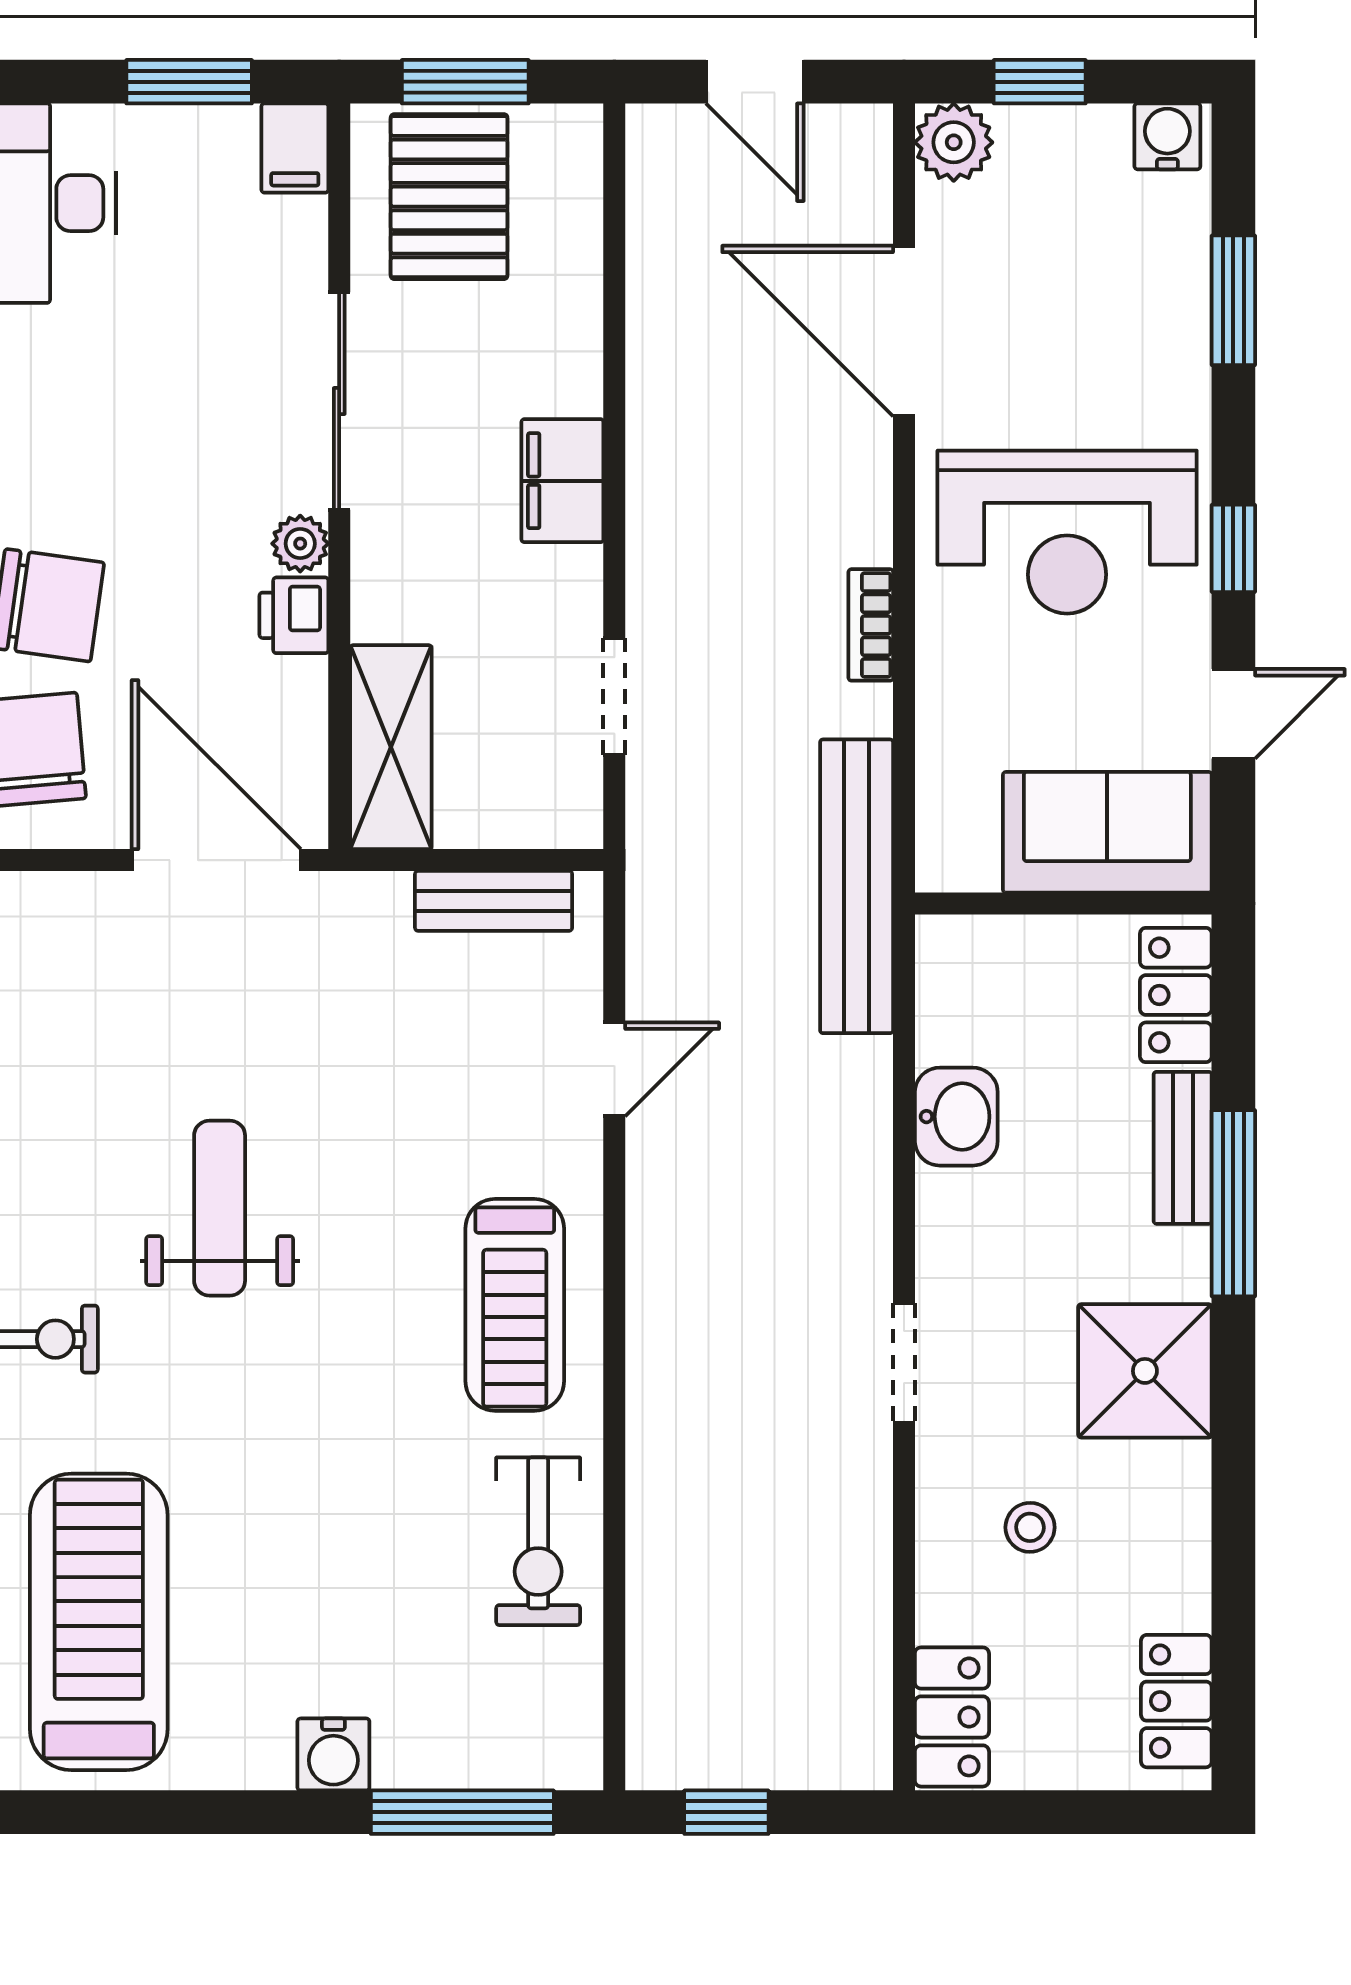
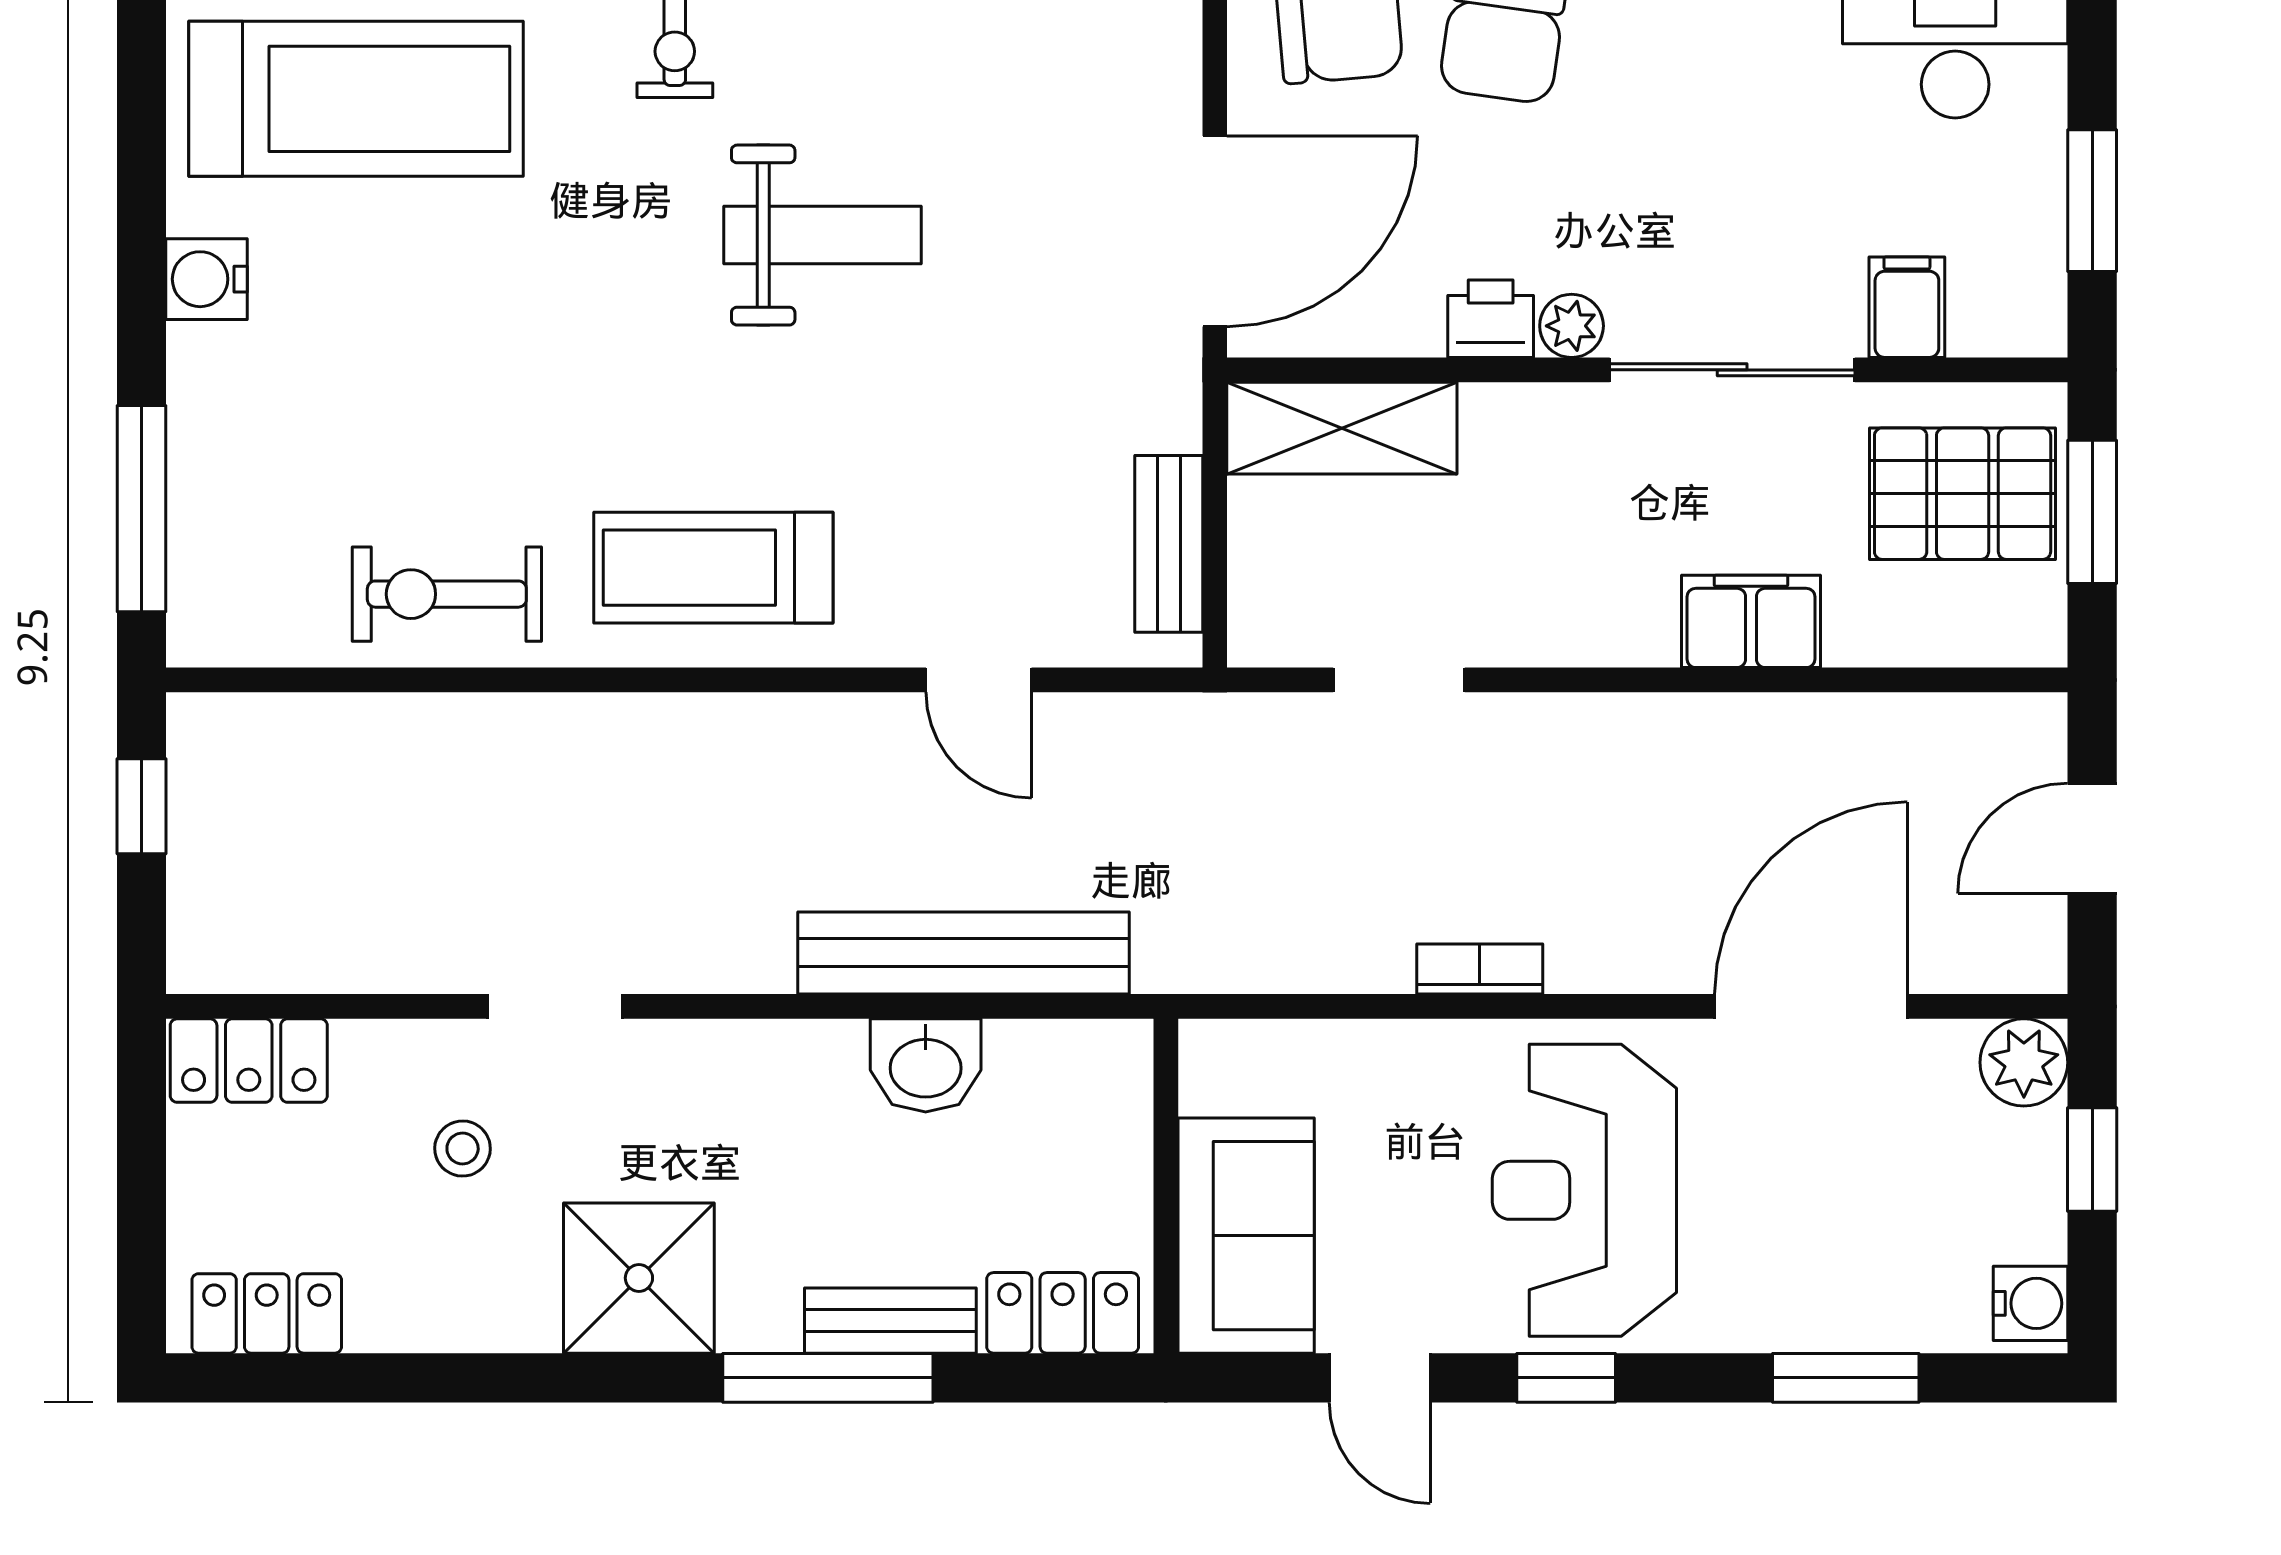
filing cabinet: (295, 148) -> (1907, 307), moved, turned 90
filing cabinet: (562, 481) -> (1751, 621), moved
bench: (857, 886) -> (964, 953), moved
doorway: (904, 1363) -> (555, 1006), moved
water cooler: (333, 1754) -> (207, 279), moved

